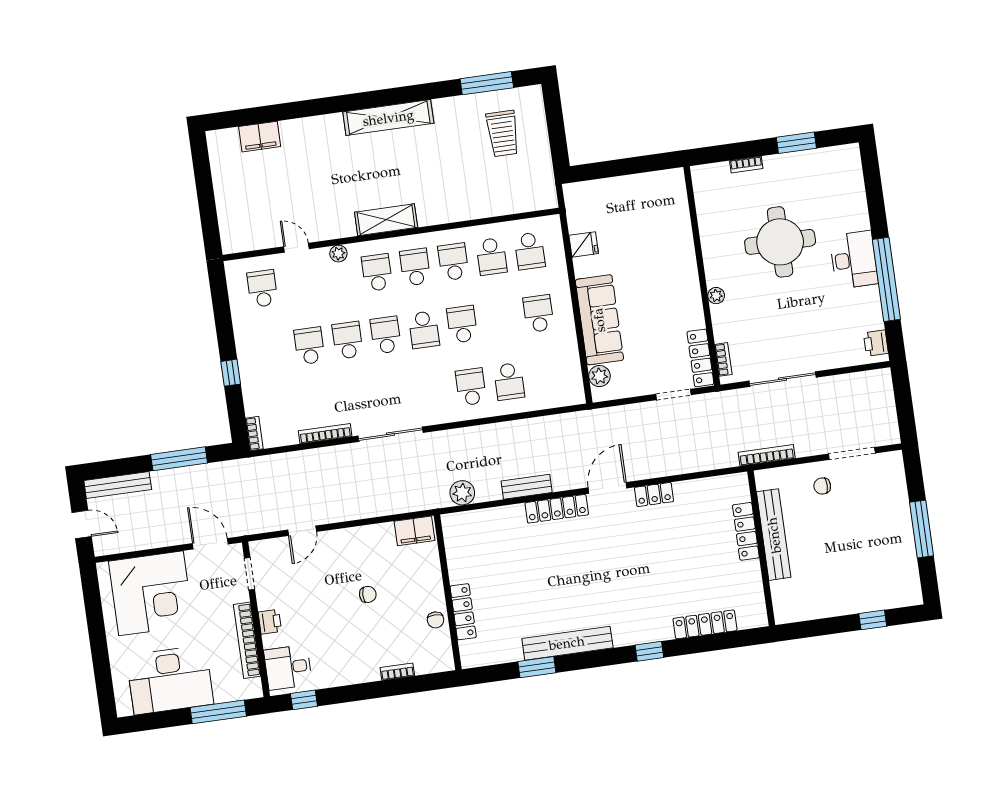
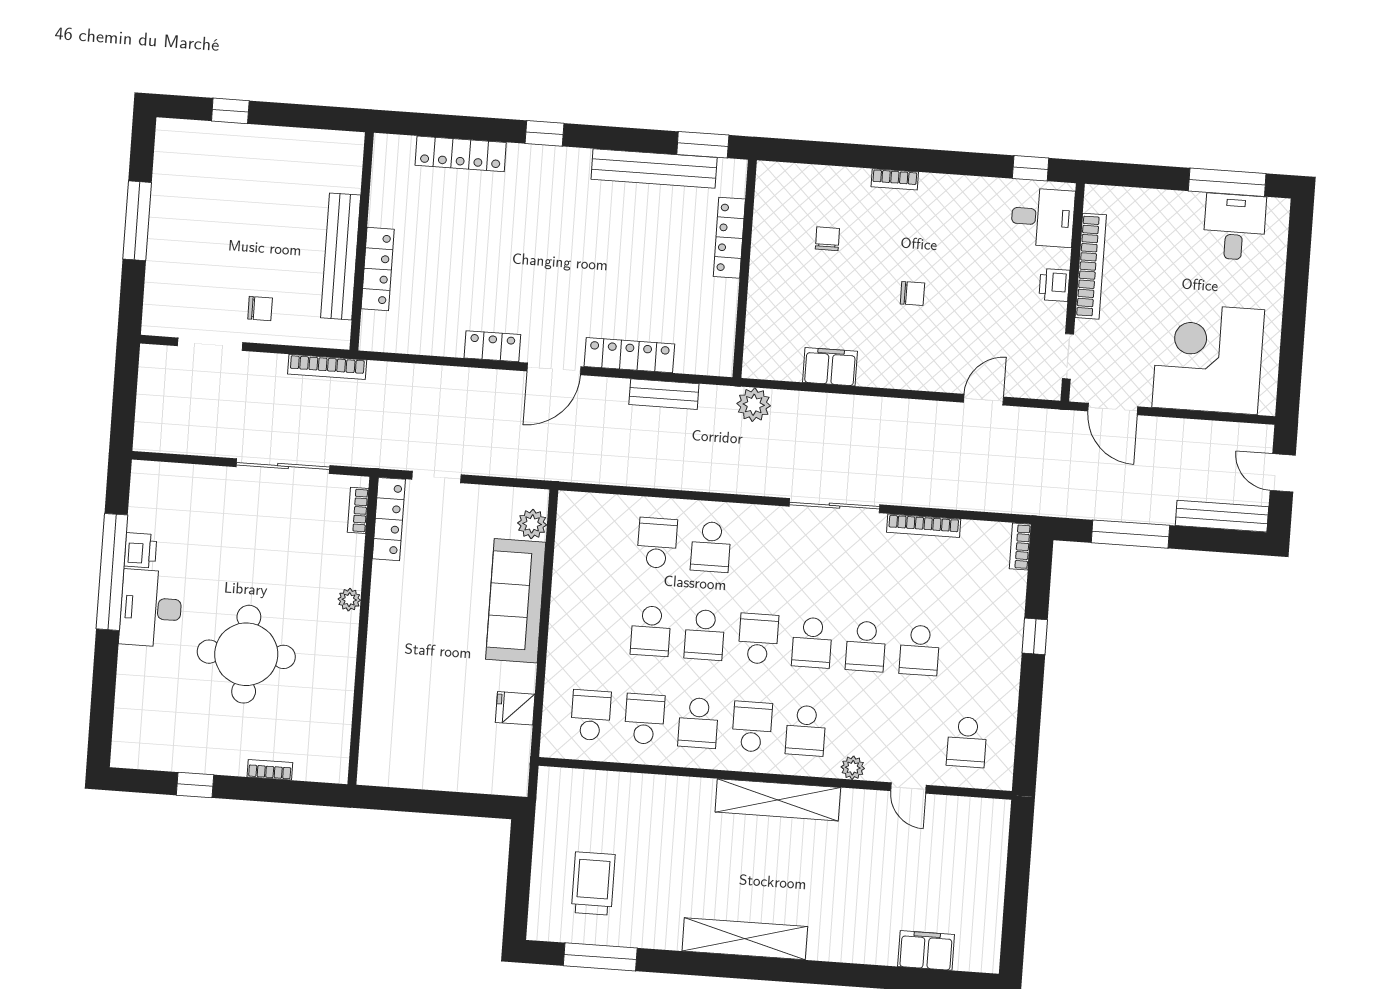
window: (796, 143) -> (195, 785), width x0.67
shelving: (386, 220) -> (778, 800), width x1.47
school desk: (415, 267) -> (752, 727), turned 180
school desk: (539, 314) -> (651, 631), moved
printer: (876, 343) -> (141, 550), moved
wall: (448, 592) -> (745, 269), moved
chair: (368, 594) -> (912, 293), turned 180
locker: (463, 612) -> (729, 238), moved
desk: (170, 680) -> (1234, 227), width x0.53, depth x0.77
window: (218, 712) -> (1227, 182), moved

